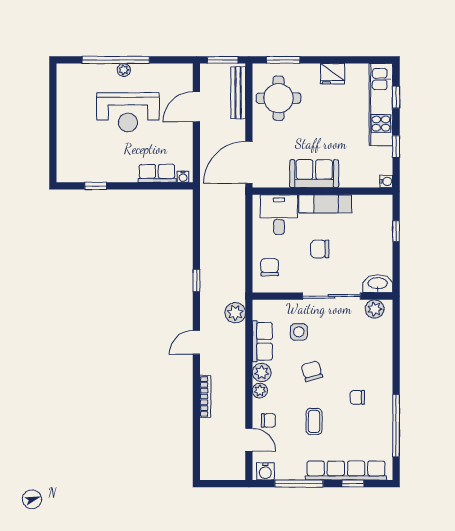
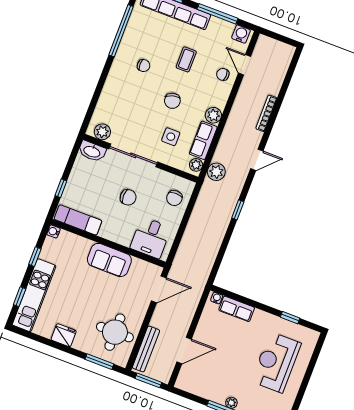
reception desk: (128, 112) -> (276, 362), moved, turned -90
door: (249, 162) -> (159, 289), width x0.73
exam couch: (325, 204) -> (78, 220), moved
plant: (260, 391) -> (196, 165), moved

